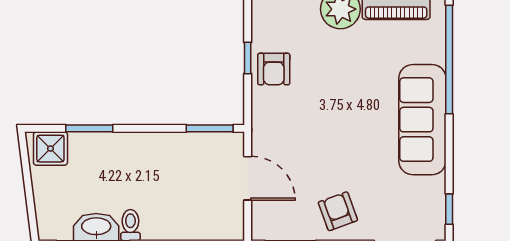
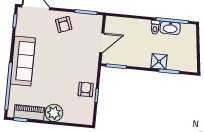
shower: (50, 149) -> (159, 62), moved
door: (248, 178) -> (102, 43), swing flipped

